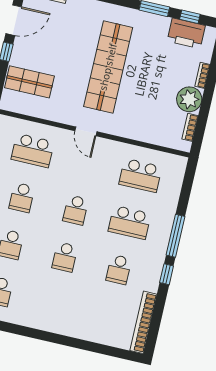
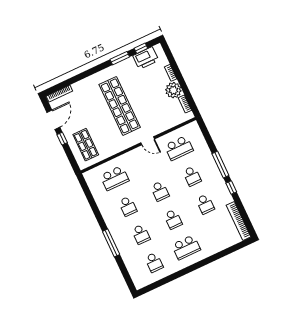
shop shelf: (29, 82) -> (86, 145), turned 90
door: (86, 131) -> (148, 141), moved
school desk: (130, 222) -> (192, 176), width x0.54
school desk: (54, 304) -> (186, 247), added

